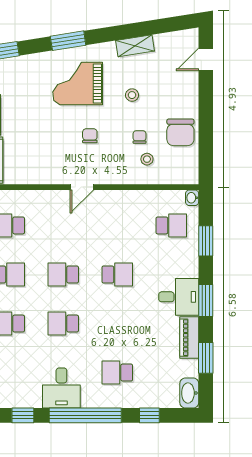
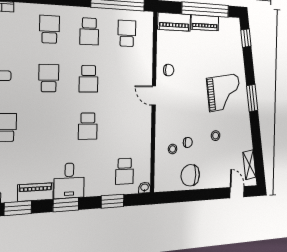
window: (68, 41) -> (252, 98), moved
shelving: (135, 46) -> (249, 165), moved
grand piano: (78, 83) -> (224, 93), turned 82
chair: (90, 136) -> (169, 70), moved
school desk: (63, 274) -> (89, 79), turned 180

